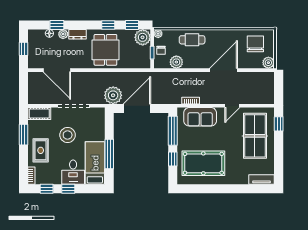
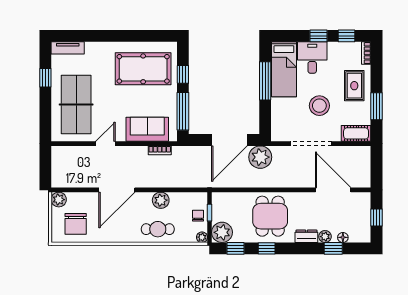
plant: (176, 62) -> (161, 200), moved
window: (279, 124) -> (45, 78), moved

